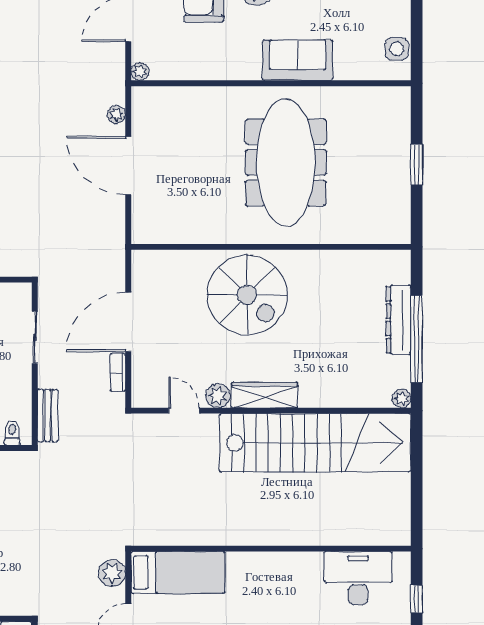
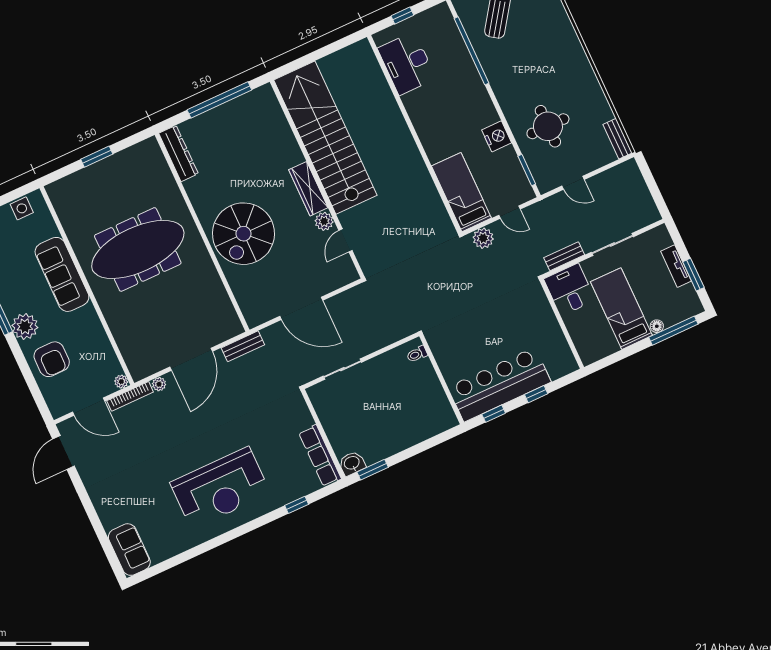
sofa: (298, 60) -> (62, 274), width x1.36
spiral stairs: (247, 295) -> (243, 234), turned 180
dresser: (398, 320) -> (179, 153), moved, turned -90
bookcase: (118, 372) -> (130, 396), moved, width x1.56
plant: (402, 399) -> (266, 91), removed
bench: (48, 416) -> (243, 346), moved

